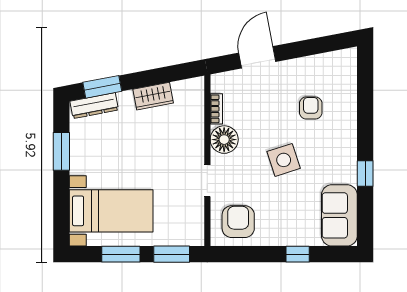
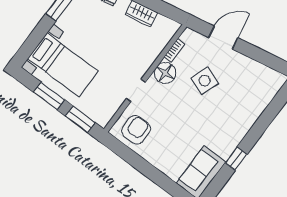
armchair: (311, 108) -> (233, 93), removed
side table: (284, 160) -> (205, 81), moved, turned 38
window: (298, 254) -> (158, 177), removed

